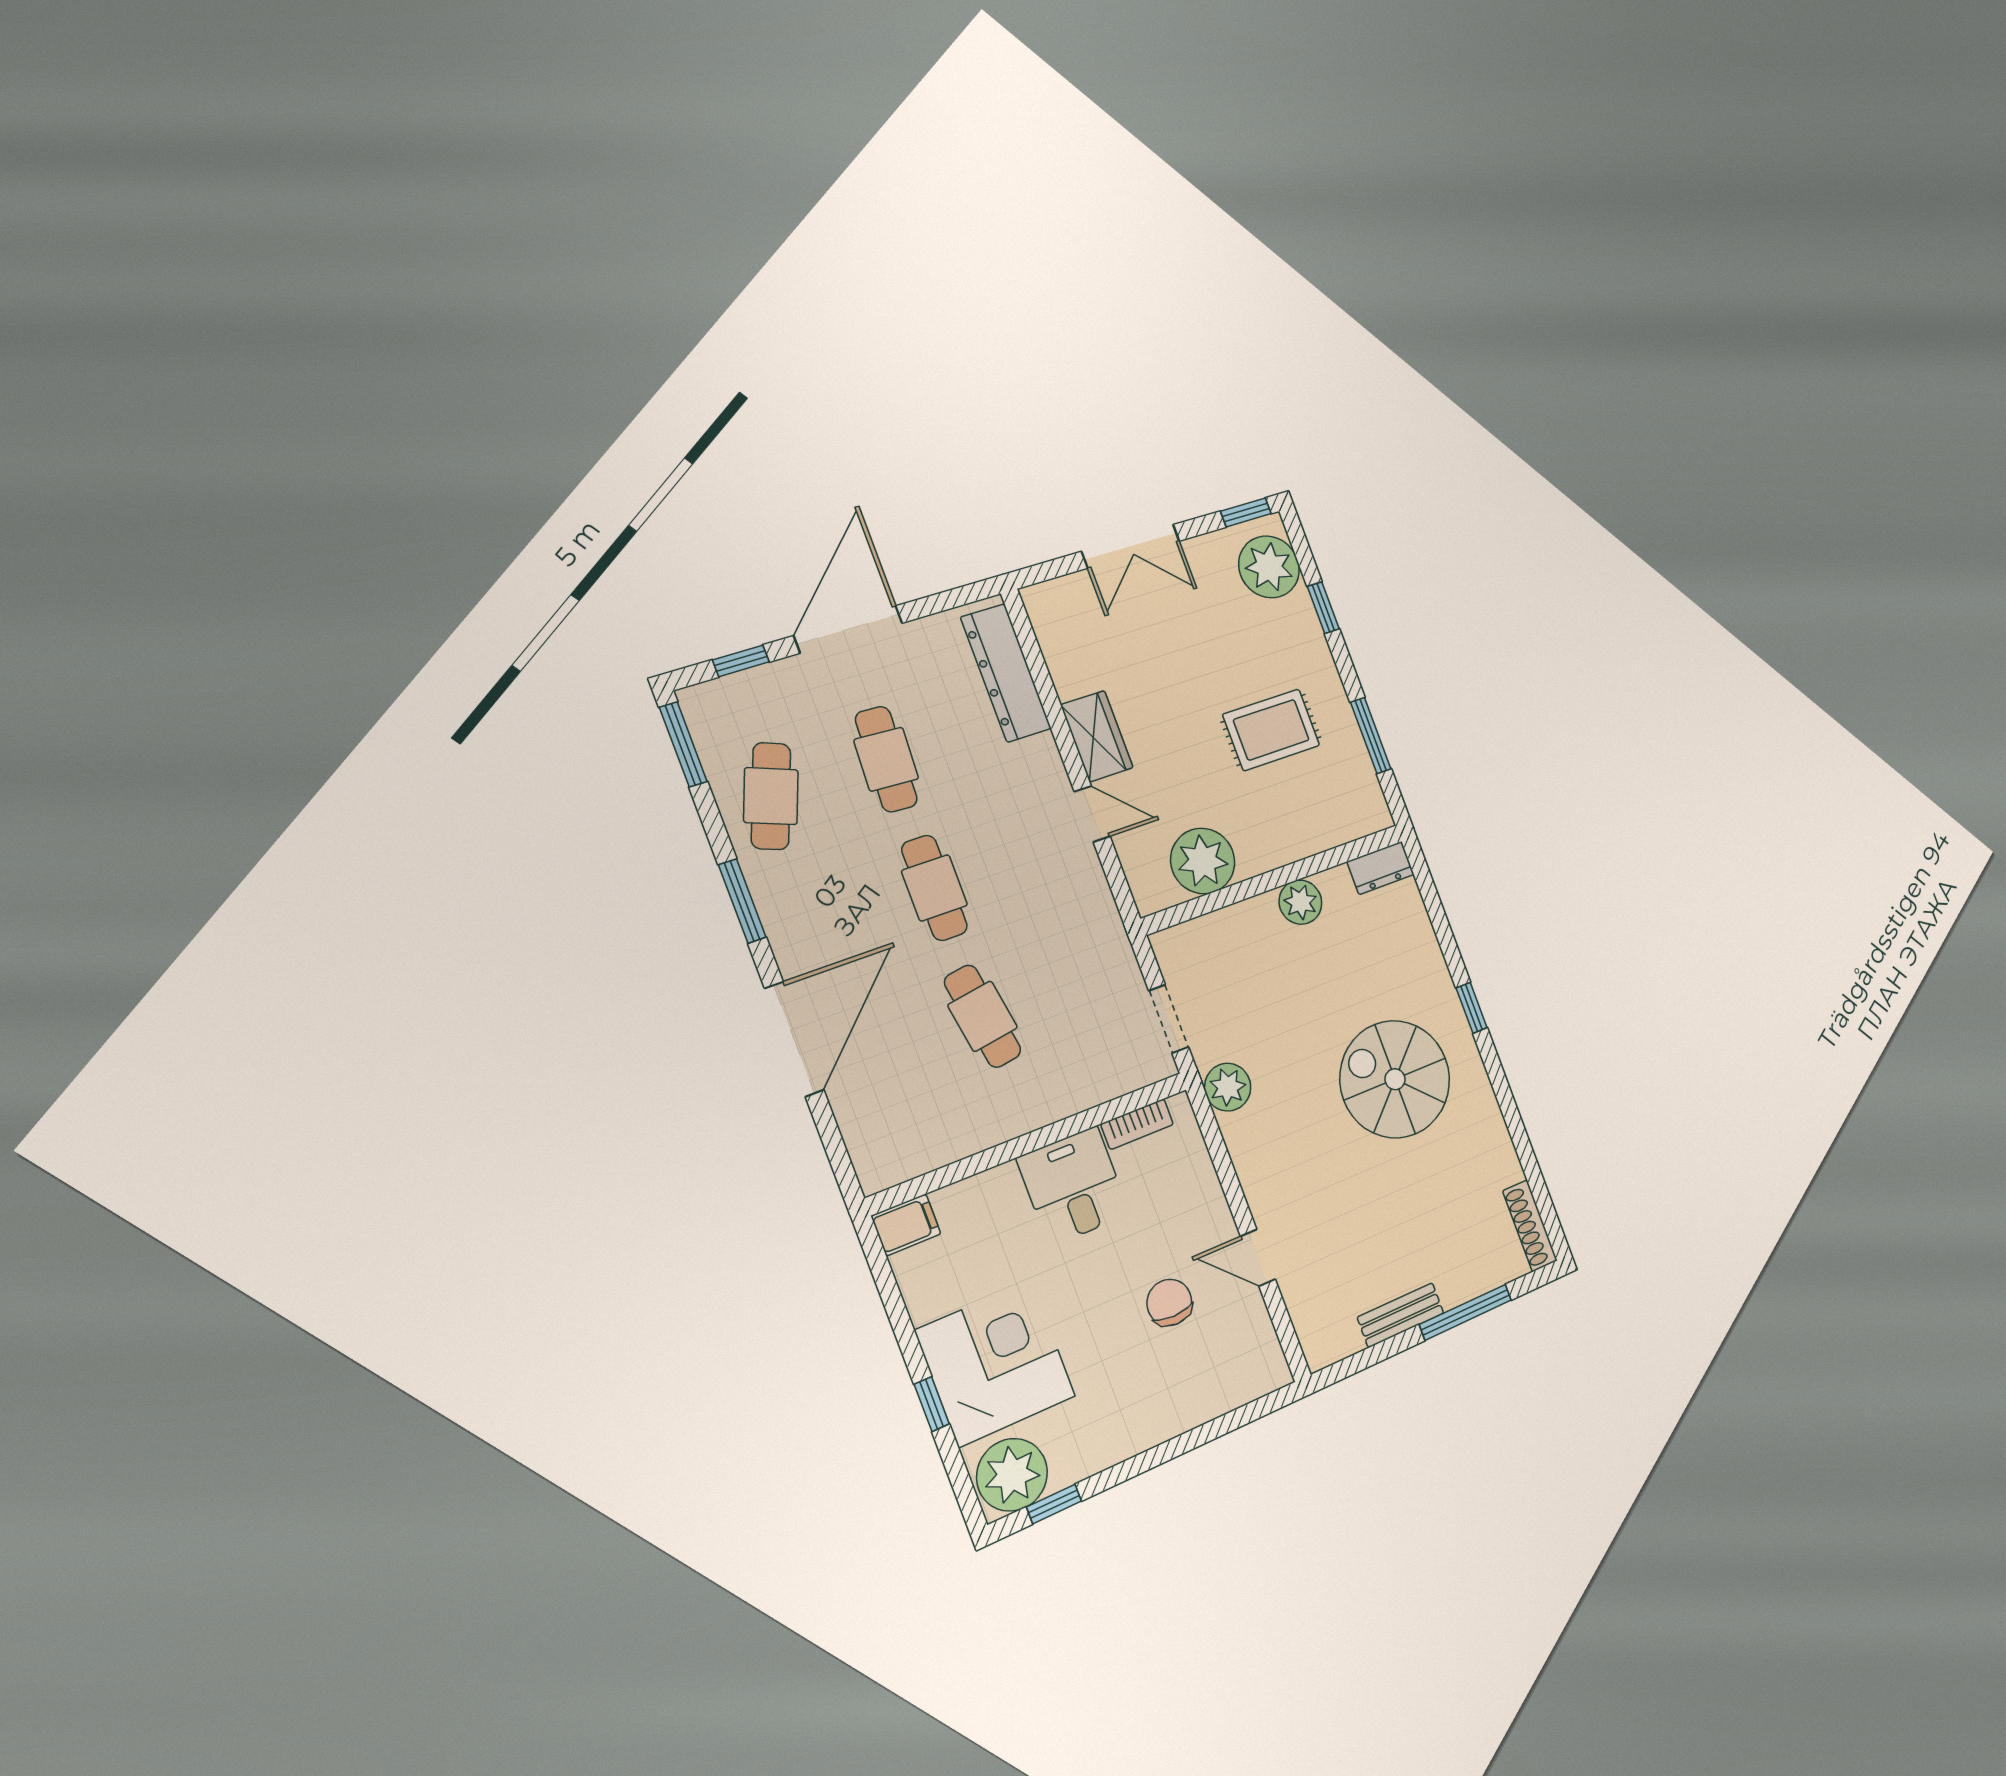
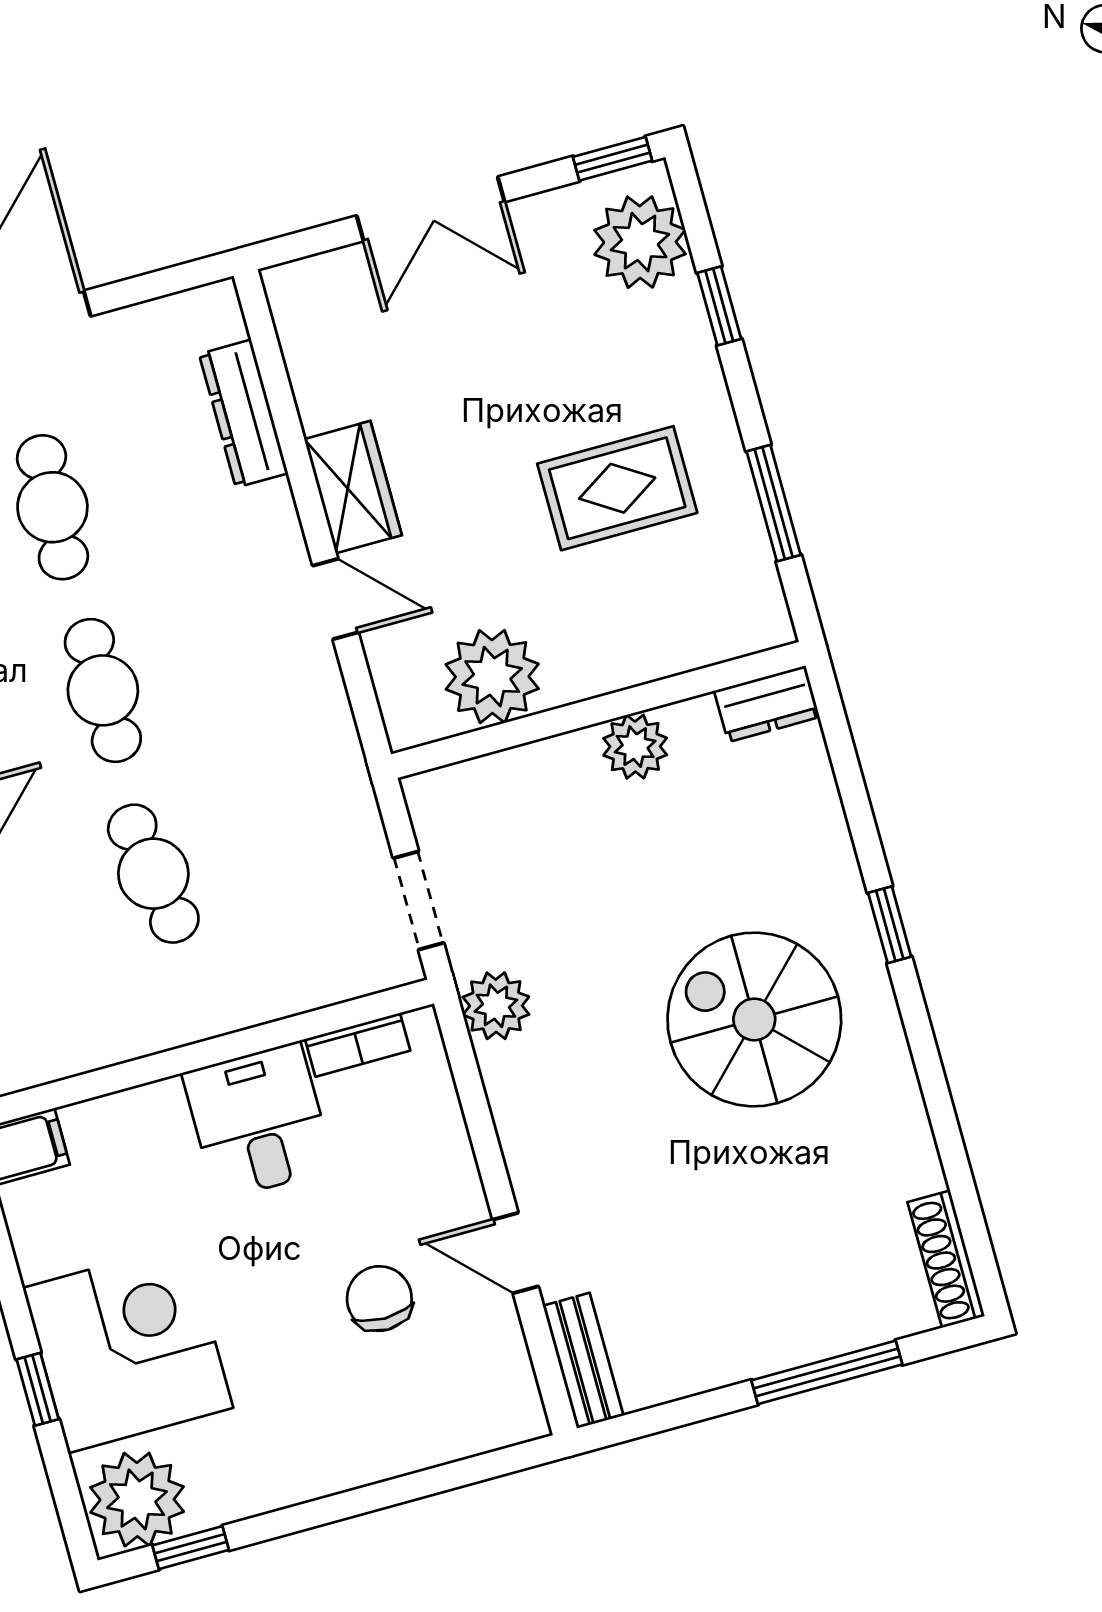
dresser: (1006, 673) -> (243, 414), width x0.73, depth x0.80
bench: (1401, 1315) -> (583, 1361), moved, turned 90

